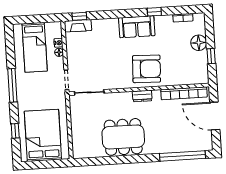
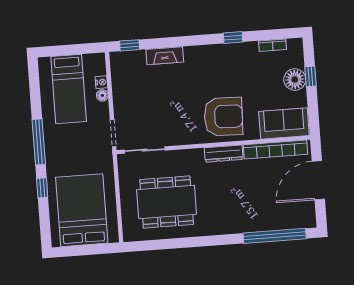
fireplace: (78, 26) -> (165, 56), moved
sofa: (137, 27) -> (284, 123), moved, turned 180
window: (211, 56) -> (311, 76), moved
dresser: (142, 96) -> (224, 154), width x1.44
door: (215, 116) -> (318, 180), hinge flipped
window: (15, 131) -> (42, 188), moved
dining table: (123, 137) -> (167, 202), moved

